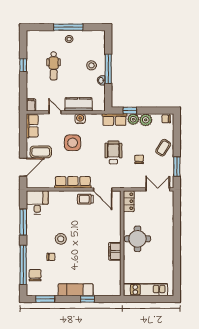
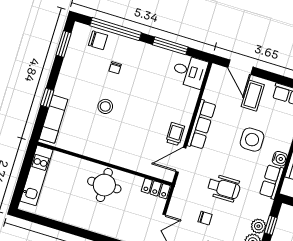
row of seats: (114, 120) -> (272, 182), moved
stool: (61, 239) -> (105, 106), moved
filing cabinet: (115, 251) -> (97, 151), removed
exam couch: (76, 290) -> (54, 119), moved

